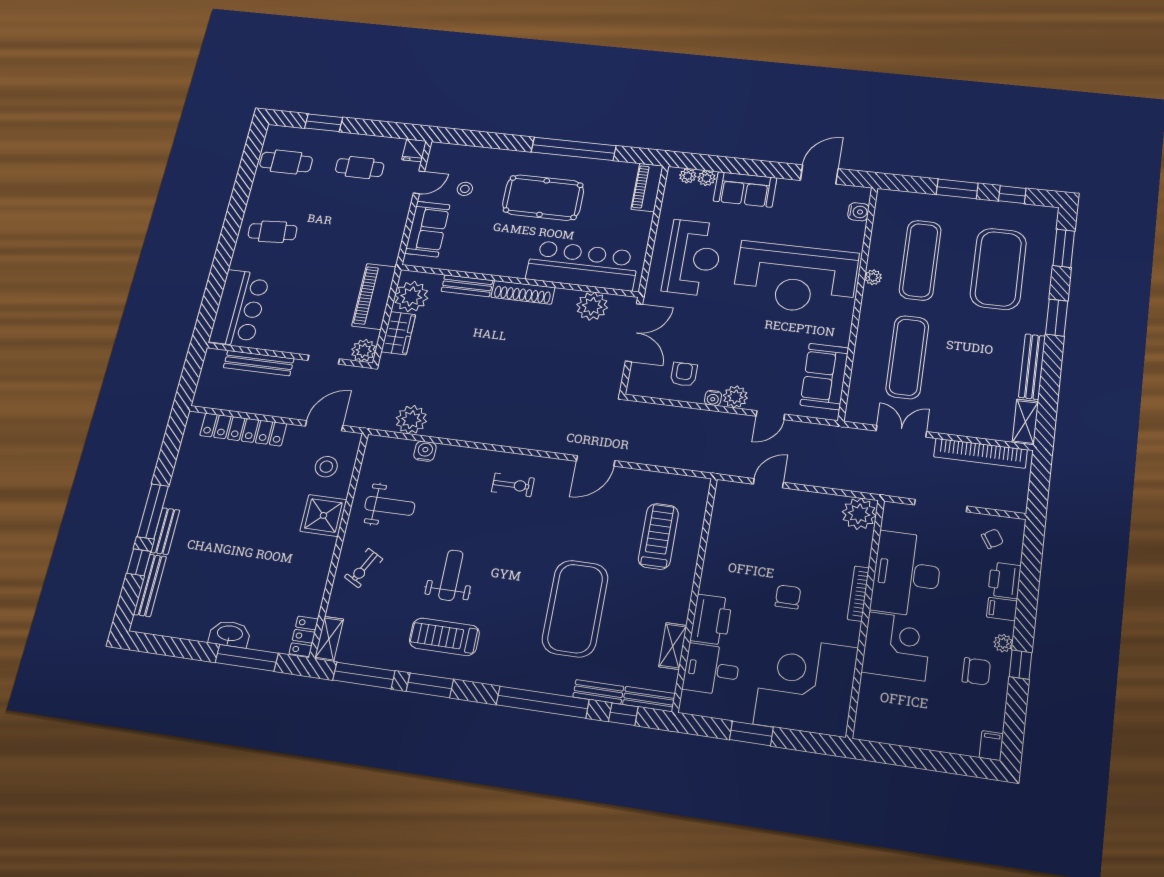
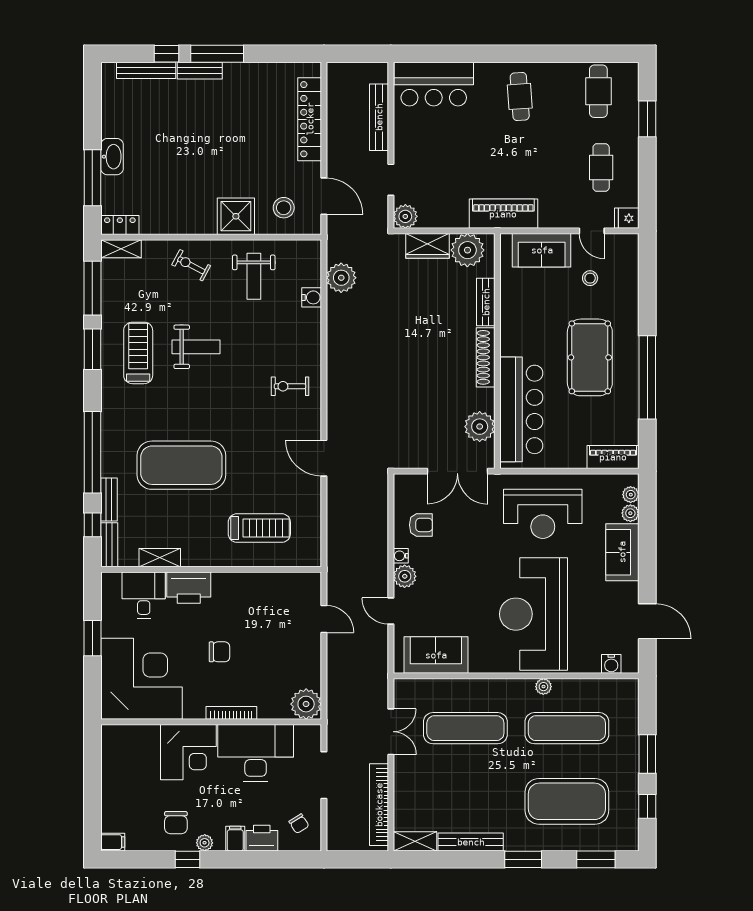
piano: (374, 296) -> (503, 214), moved
exercise bike: (513, 485) -> (290, 386), turned 90

